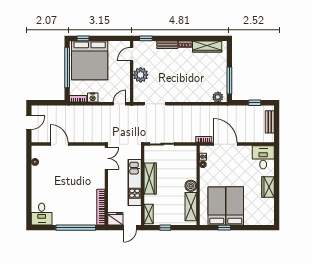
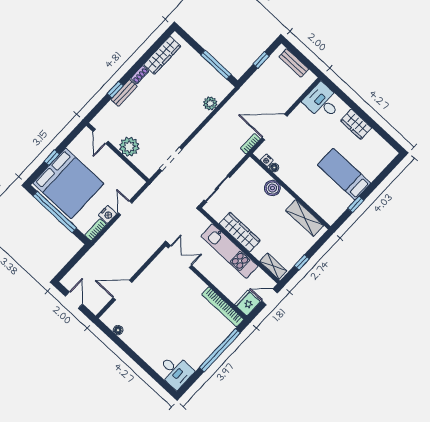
window: (83, 38) -> (52, 158), moved
window: (146, 38) -> (115, 90), moved
plant: (218, 97) -> (210, 103), moved
door: (119, 104) -> (125, 208), moved
boiler: (191, 186) -> (272, 188), moved
bed: (217, 206) -> (328, 192), removed
door: (130, 228) -> (270, 297), swing flipped

